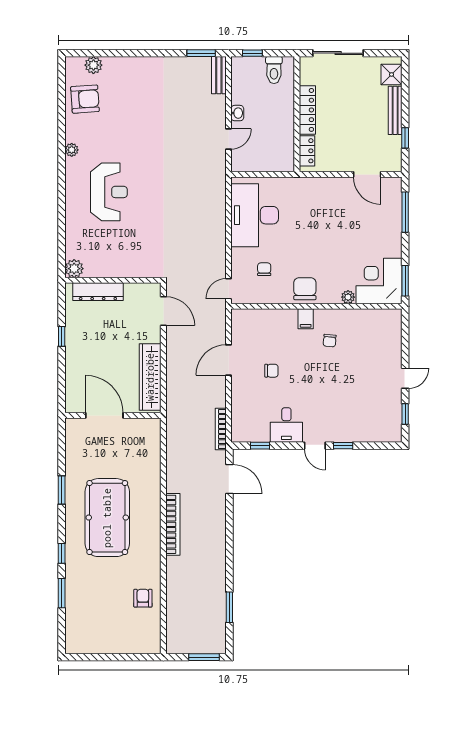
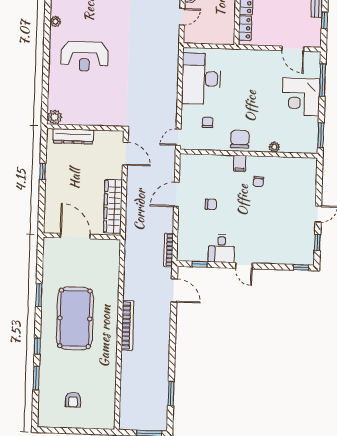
reception desk: (109, 192) -> (84, 56), turned 90
corner desk: (379, 281) -> (301, 97), moved, turned -90
window: (343, 446) -> (301, 267), moved
armchair: (143, 598) -> (73, 400), moved, turned 180

